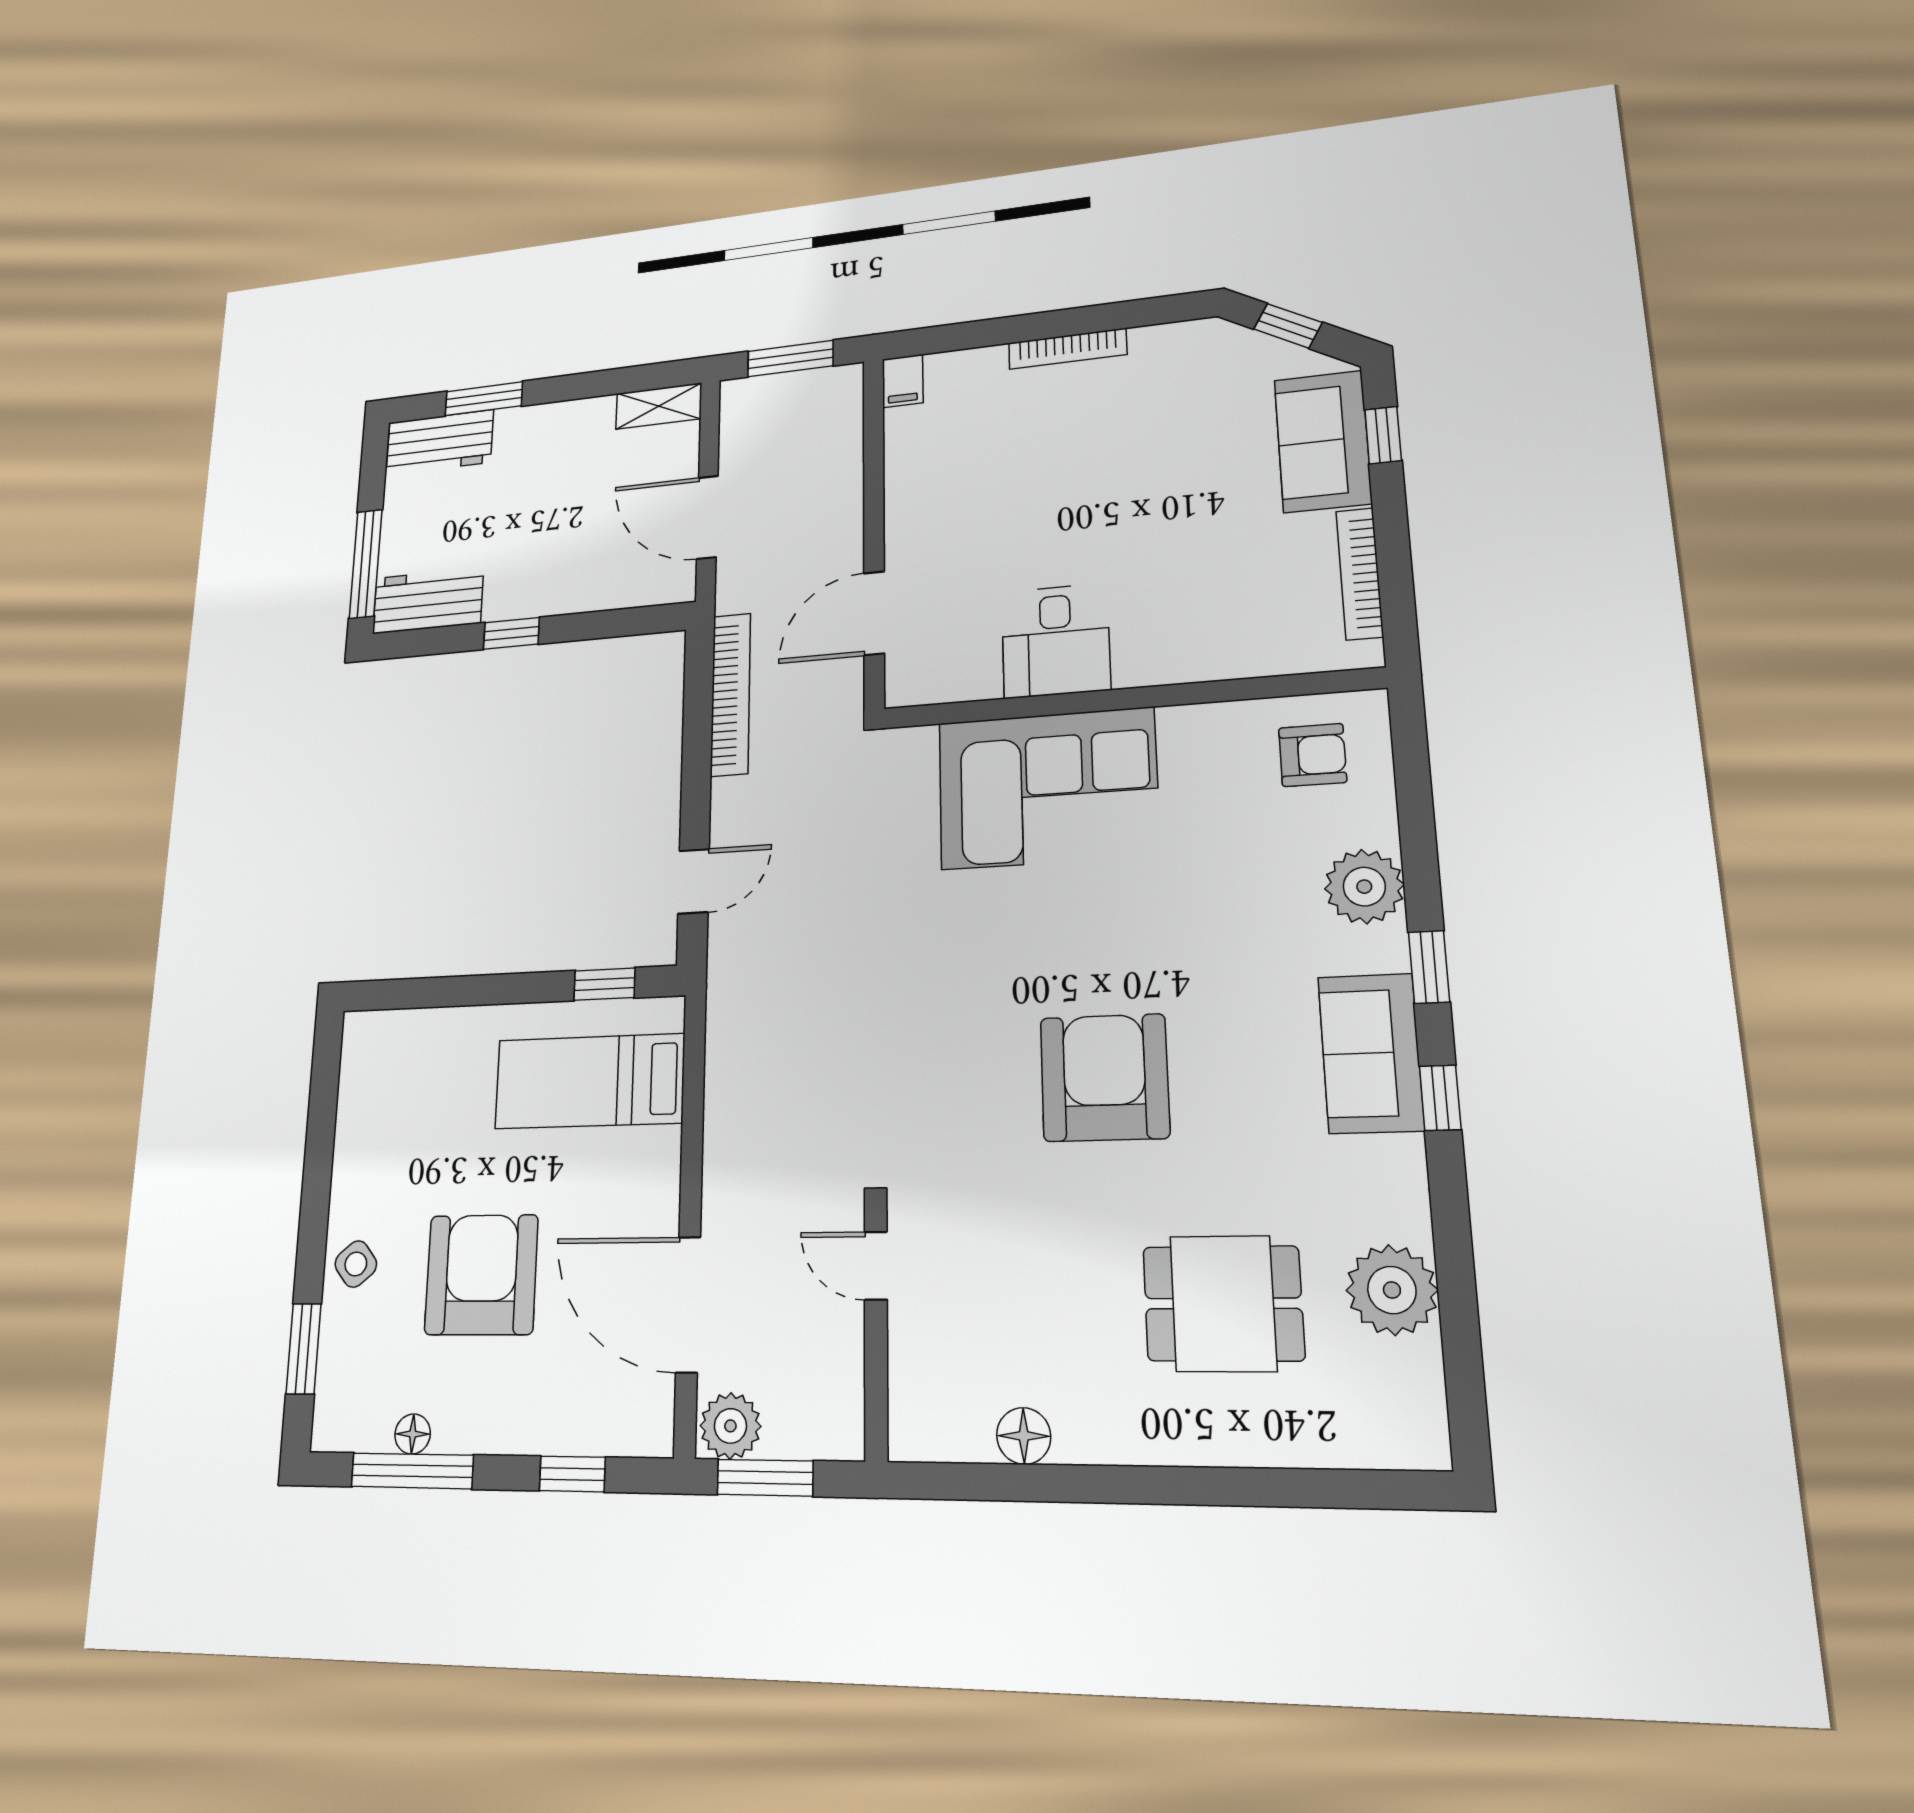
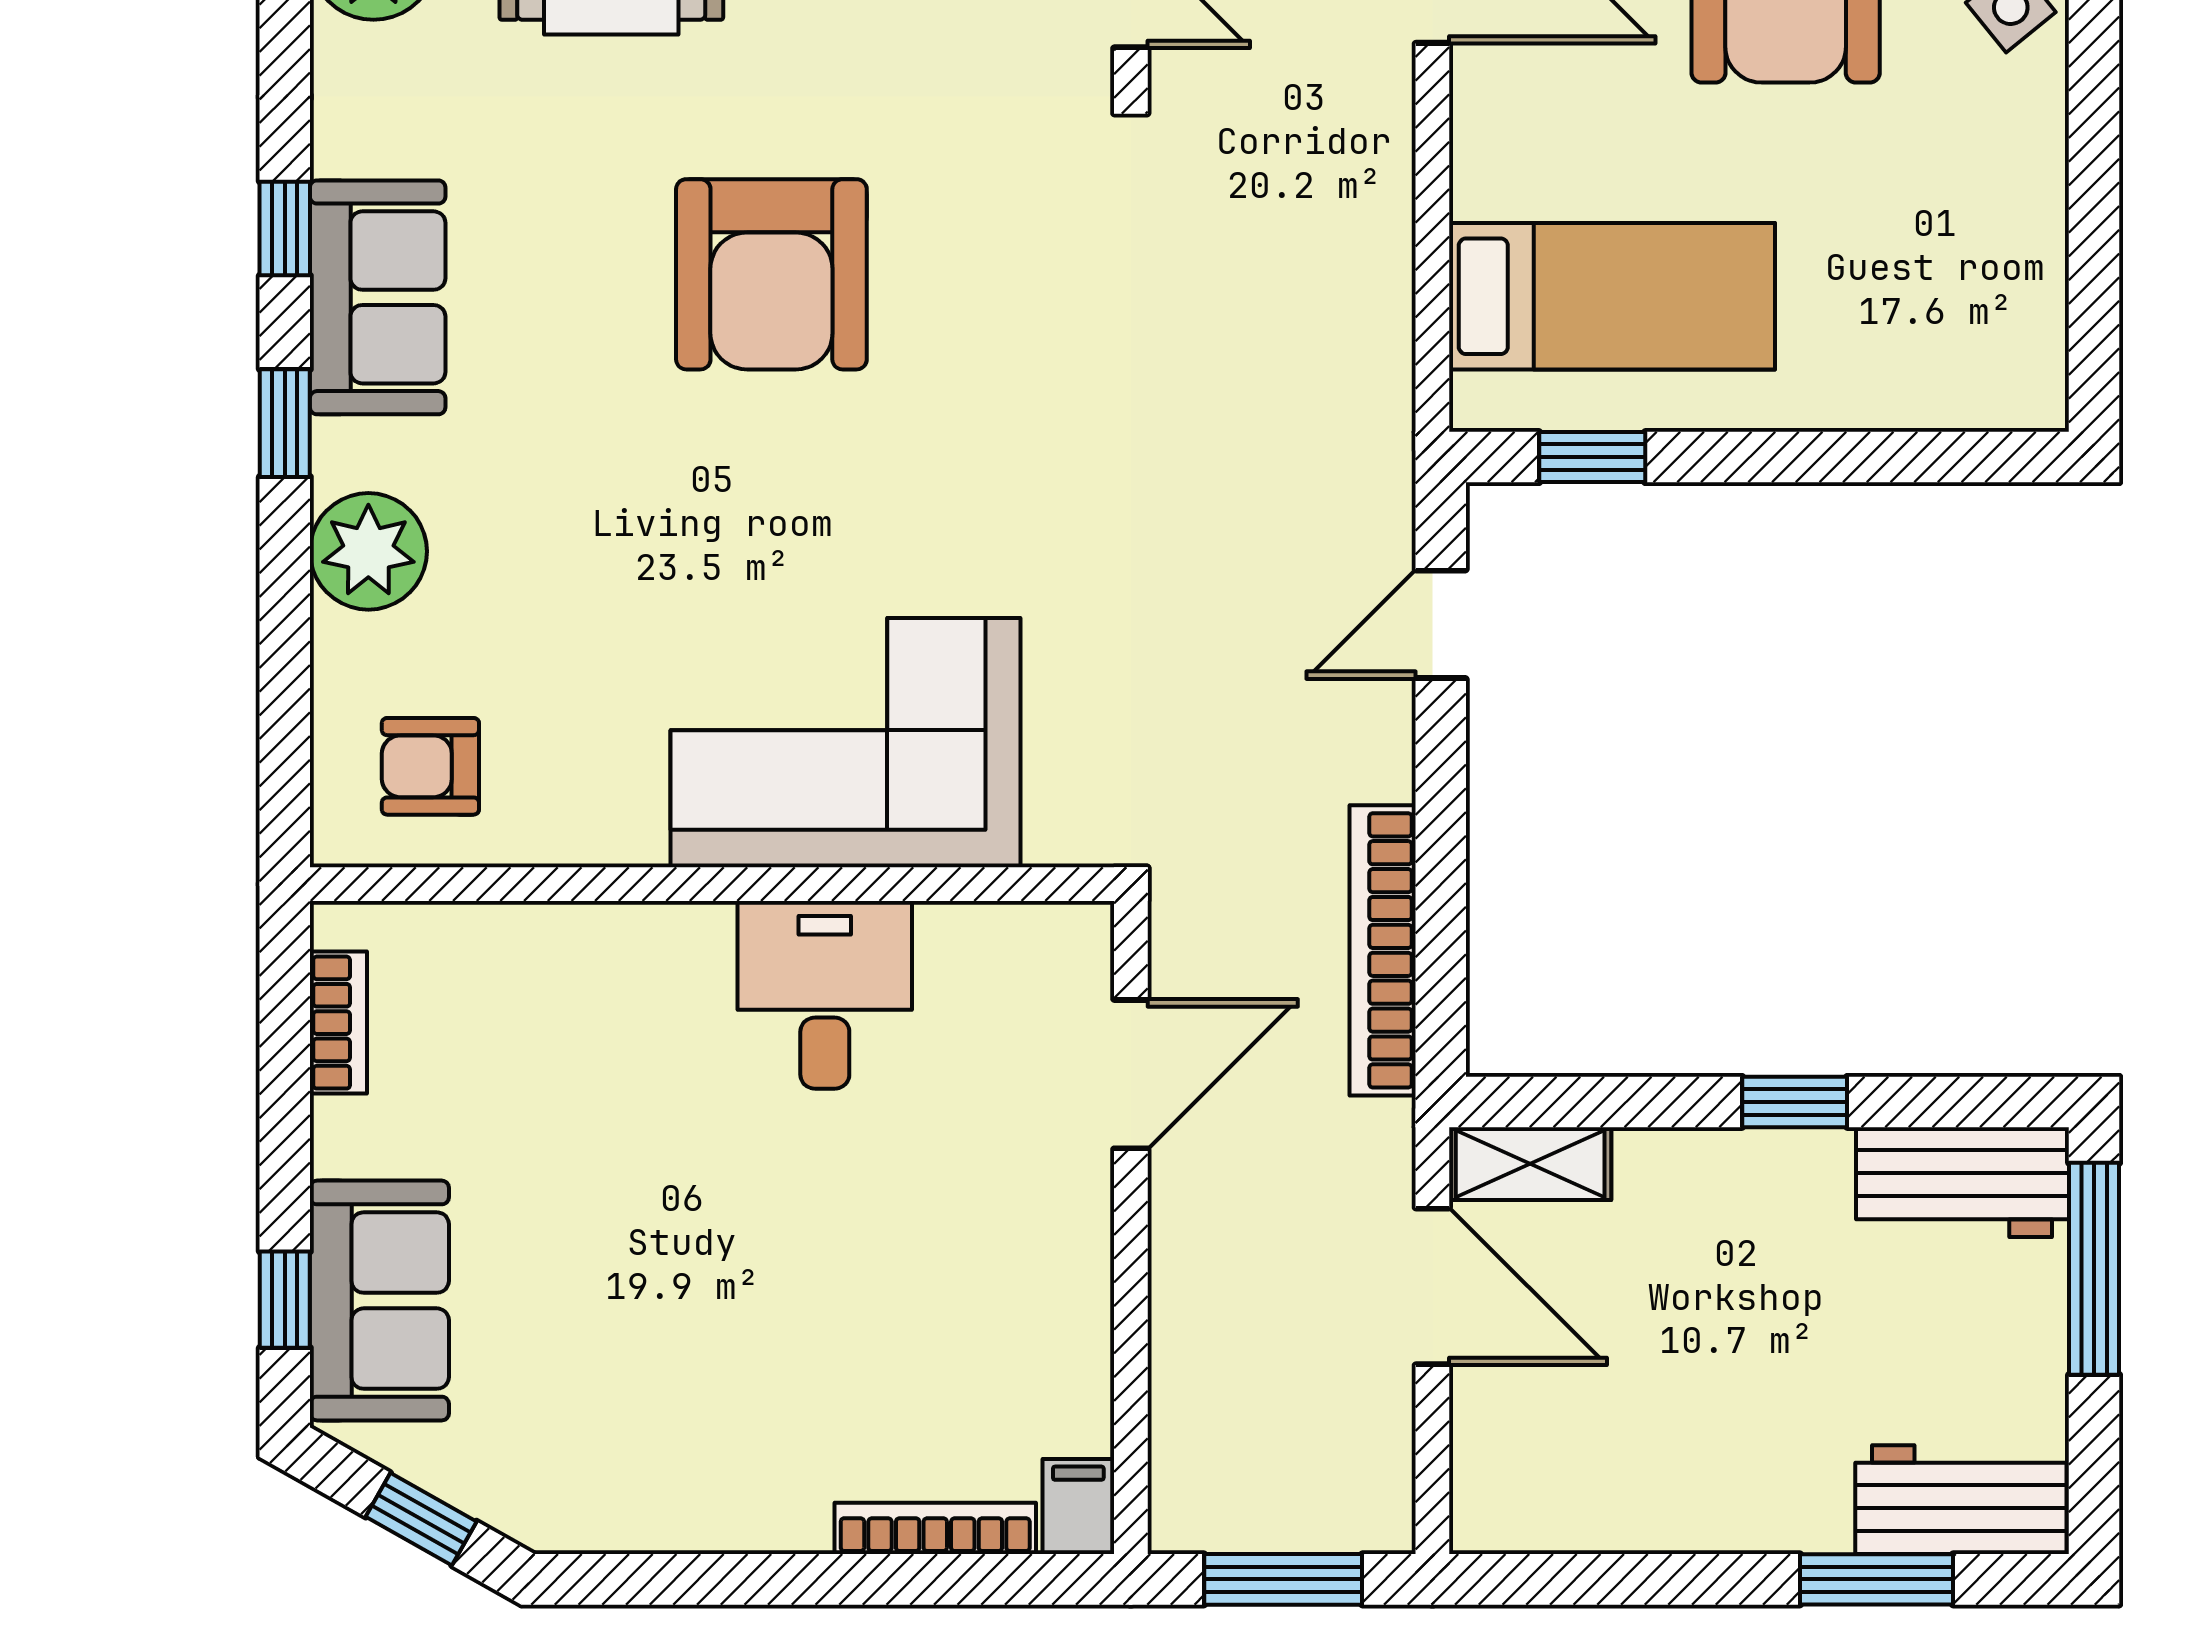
bookcase: (1067, 349) -> (935, 1528), moved
shelving: (659, 406) -> (1530, 1164), moved
bookcase: (1360, 574) -> (338, 1023), width x0.64

